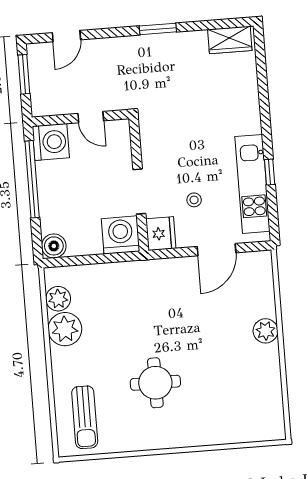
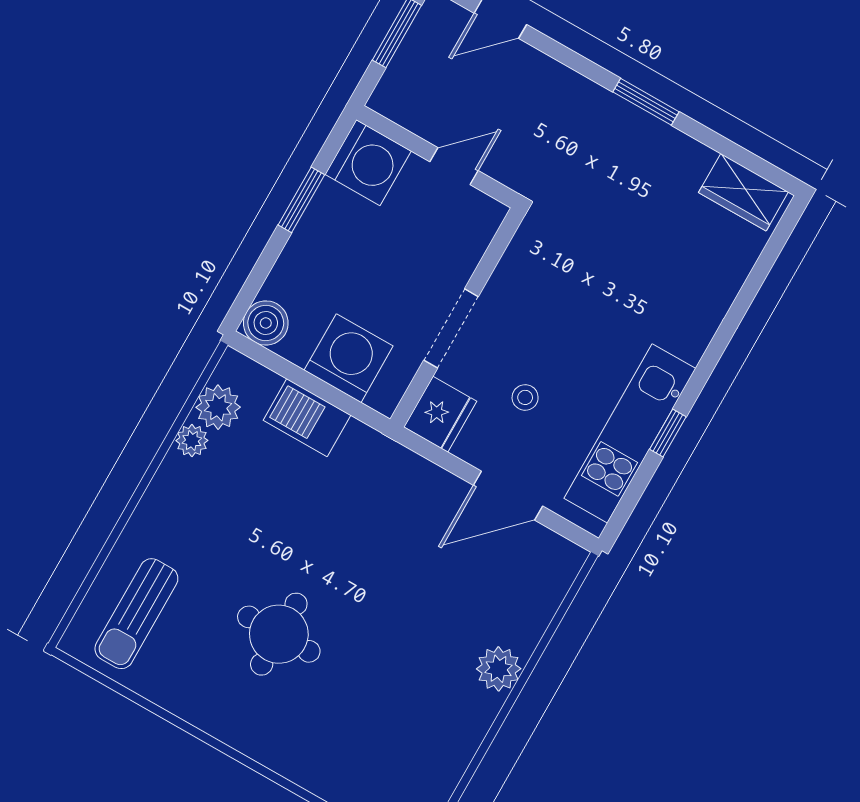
door: (91, 117) -> (454, 166), swing flipped
window: (32, 179) -> (301, 200), width x0.47
washing machine: (121, 235) -> (349, 358), moved
barbecue: (102, 276) -> (307, 418), added
plant: (65, 329) -> (192, 441), width x0.53, depth x0.53

